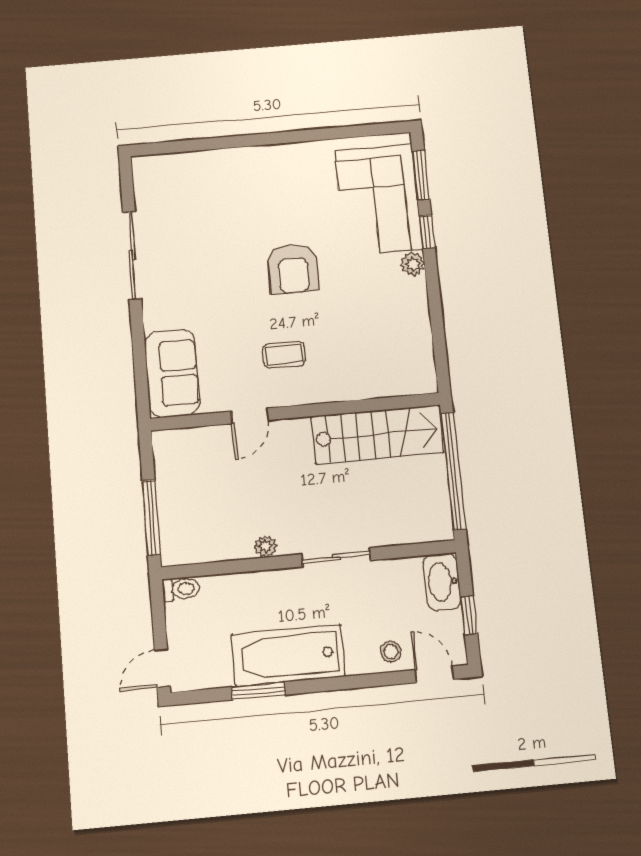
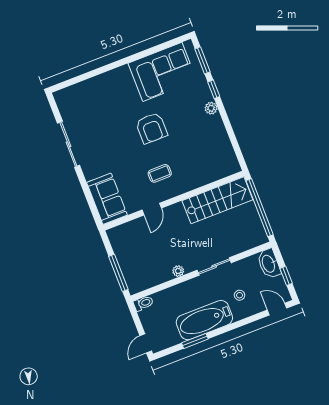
corner sofa: (379, 200) -> (162, 72), moved, turned -90
stool: (391, 652) -> (240, 295), moved

